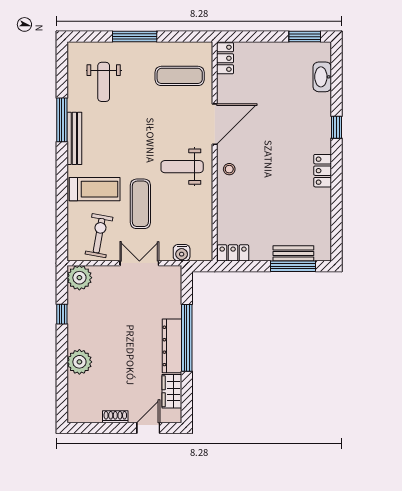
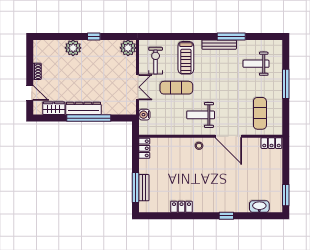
weight bench: (182, 167) -> (201, 115), turned -90
locker: (323, 171) -> (181, 207), moved
exercise bike: (99, 236) -> (156, 61), turned -100
window: (62, 314) -> (94, 36), moved

